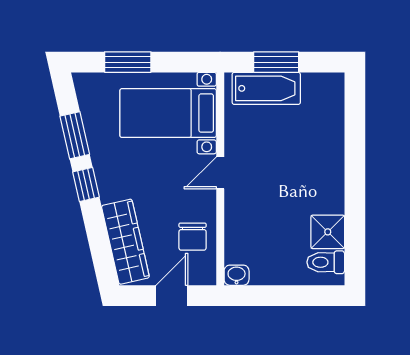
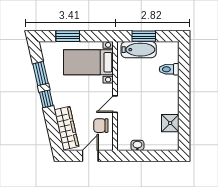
door: (220, 173) -> (115, 104), moved
chair: (193, 237) -> (101, 126), turned 90
toilet: (326, 262) -> (169, 69), moved
washbasin: (237, 275) -> (137, 145), moved

